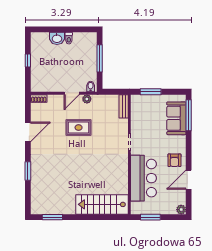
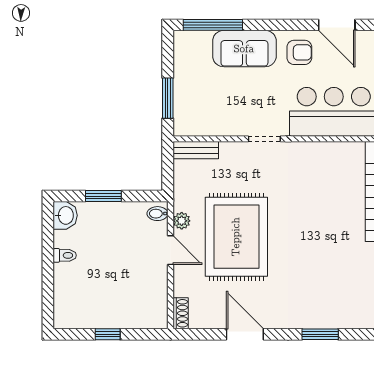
washbasin: (57, 38) -> (65, 215), moved
window: (100, 58) -> (103, 196), width x0.69
sofa: (176, 118) -> (244, 49), moved
rug: (79, 128) -> (236, 237), width x1.86, depth x2.06

